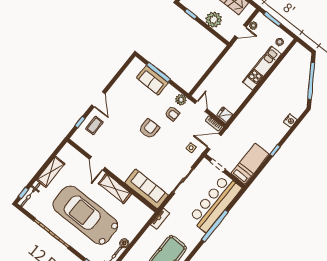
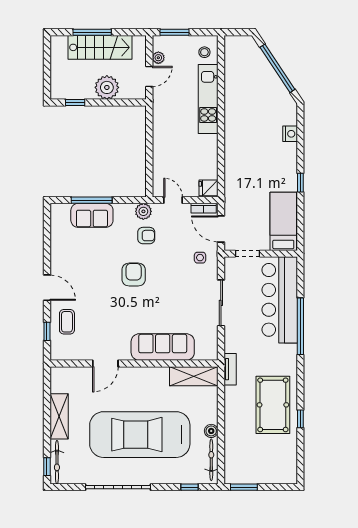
door: (214, 141) -> (221, 229), hinge flipped
door: (97, 163) -> (105, 363), hinge flipped
shelving: (115, 189) -> (194, 376), moved
sofa: (146, 189) -> (163, 347), moved

